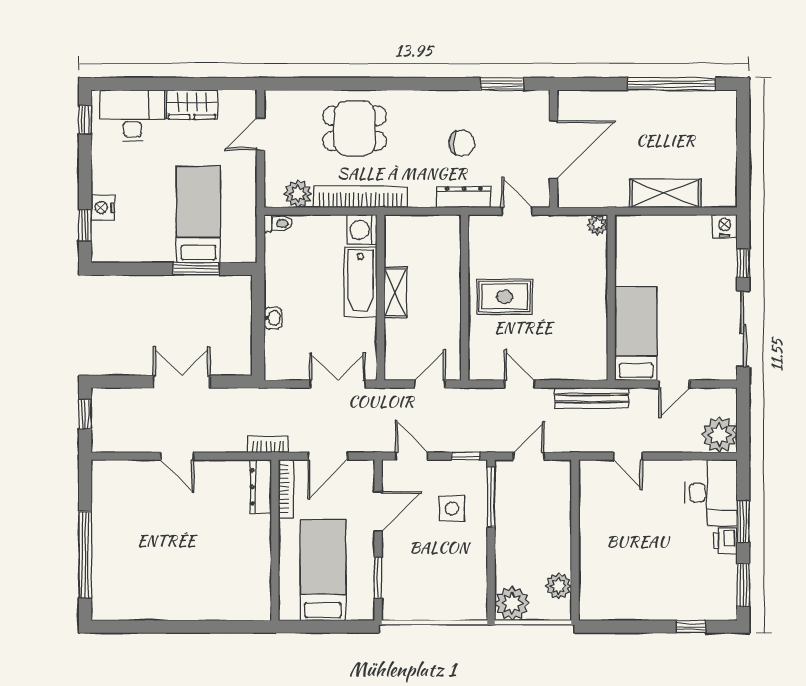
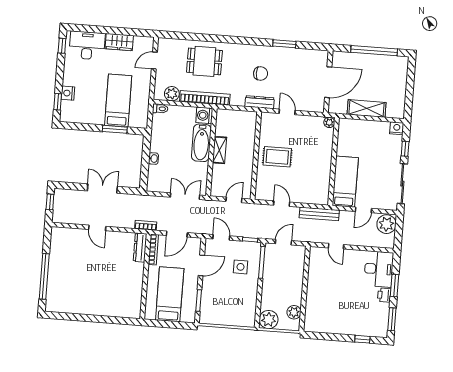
wall: (553, 149) -> (328, 82), moved
door: (553, 150) -> (328, 82), moved
plant: (719, 435) -> (386, 224), moved

